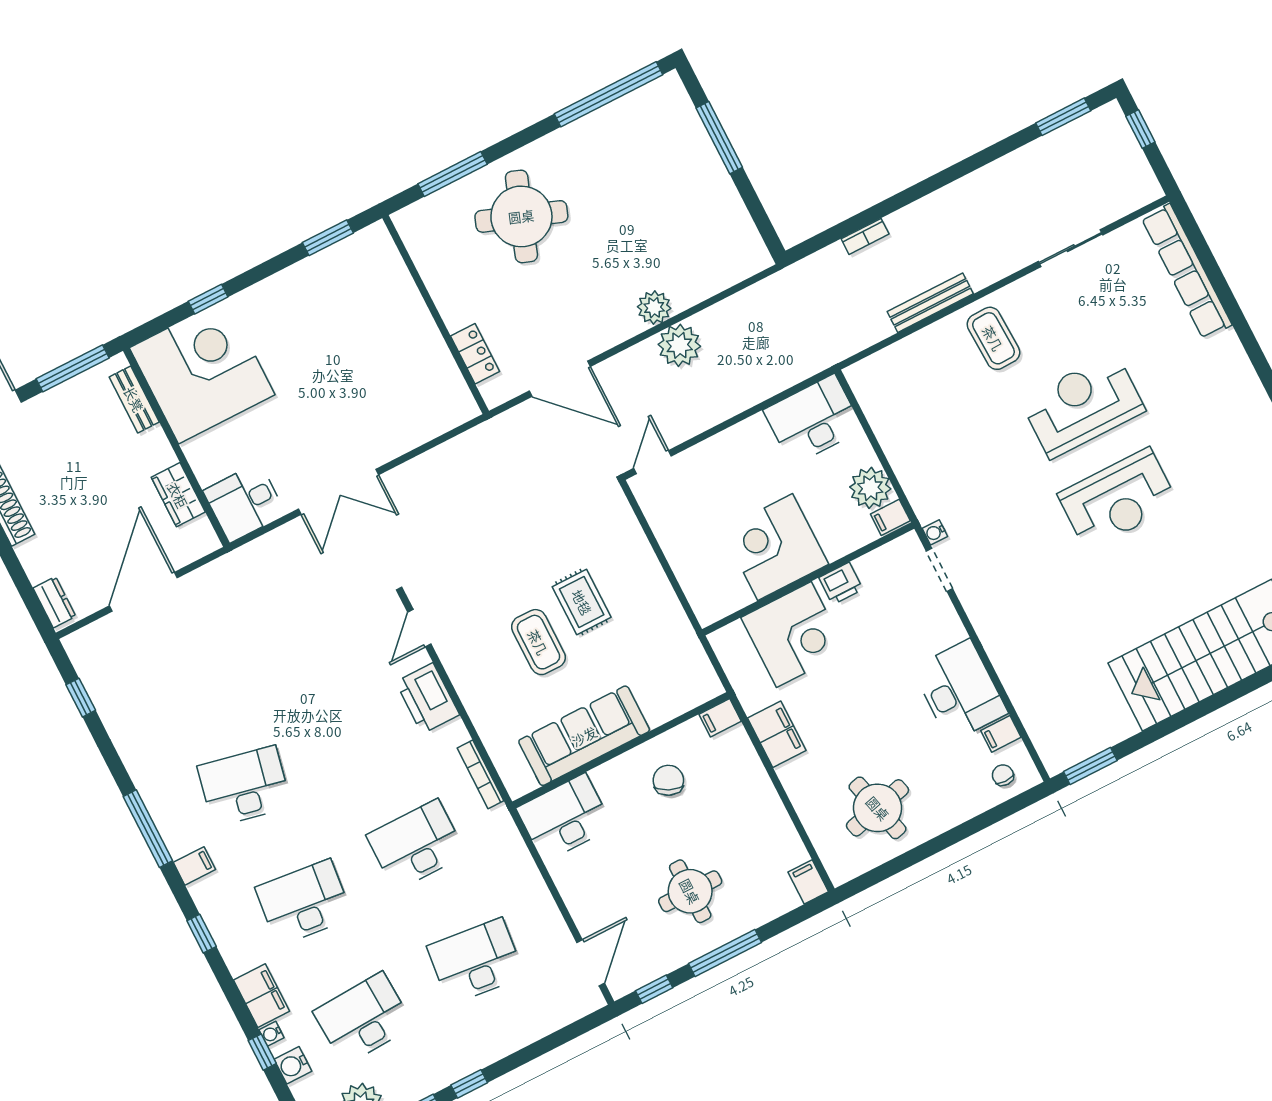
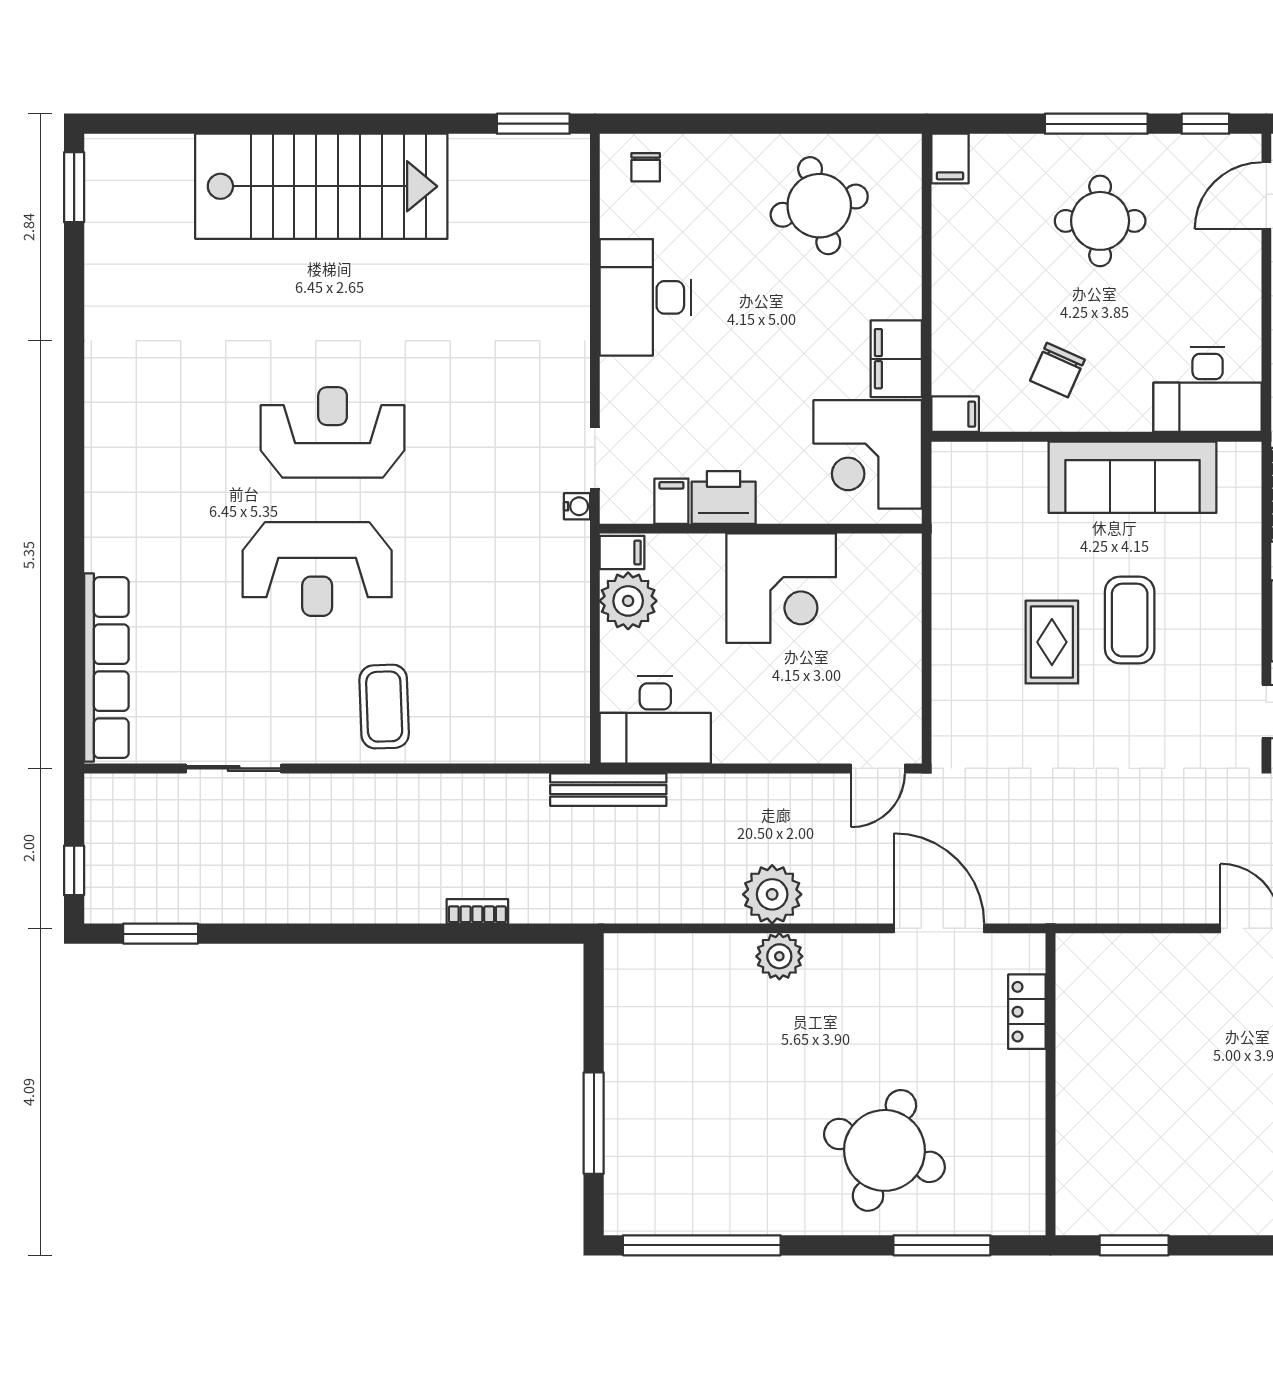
bench: (930, 303) -> (608, 790), moved
printer: (841, 583) -> (724, 497), width x1.36, depth x1.24
corner desk: (794, 635) -> (868, 454), moved, turned -90
filing cabinet: (1001, 734) -> (671, 501), moved, turned -90

